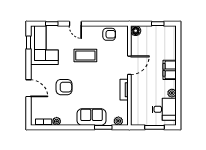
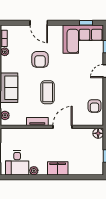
coffee table: (85, 55) -> (48, 92), moved
door: (129, 65) -> (62, 127), swing flipped
door: (28, 88) -> (39, 23), hinge flipped

